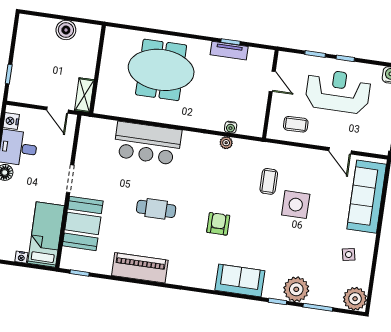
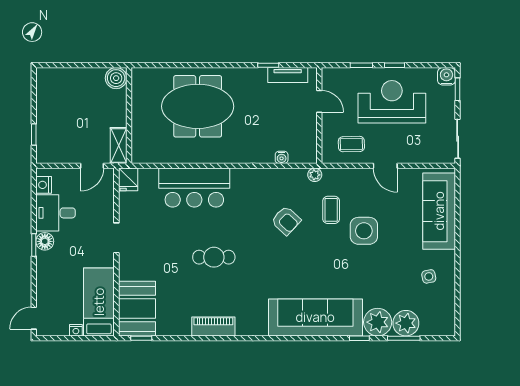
boiler: (66, 30) -> (116, 78), moved
tv unit: (229, 51) -> (288, 75), moved
door: (57, 110) -> (92, 166), hinge flipped
fridge: (88, 127) -> (128, 179), added
plant: (226, 143) -> (315, 175), moved
door: (340, 151) -> (385, 166), moved
booth: (83, 223) -> (137, 309), moved
armchair: (218, 224) -> (286, 221), moved, turned 133
piano: (140, 268) -> (213, 326), width x0.73, depth x0.75
sofa: (240, 280) -> (315, 317), width x1.85, depth x1.27
plant: (355, 299) -> (406, 323), moved

